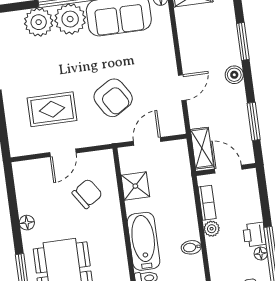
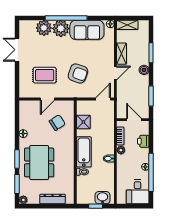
armchair: (113, 98) -> (78, 73), turned -39
door: (147, 141) -> (103, 99), moved
shelving: (202, 148) -> (122, 54), moved
printer: (254, 235) -> (143, 141), moved

